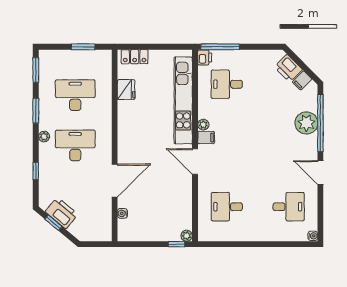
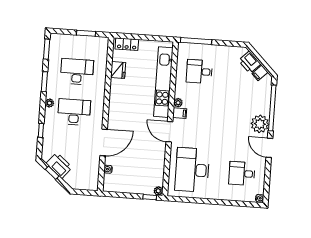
printer: (205, 58) -> (183, 49), removed
plant: (306, 123) -> (260, 124), moved
desk: (227, 207) -> (192, 170), width x1.87, depth x1.30
desk: (289, 207) -> (242, 173), turned 180

